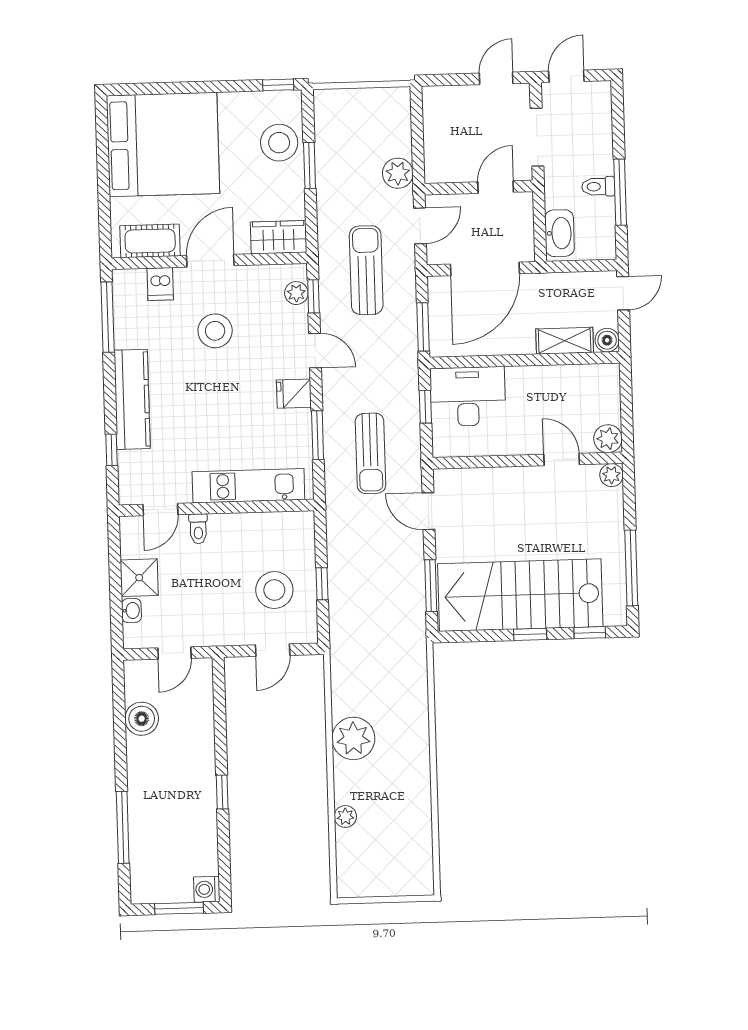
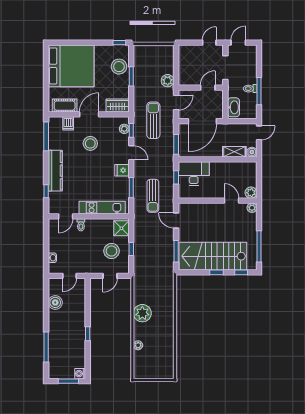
shower: (139, 578) -> (121, 228), moved

